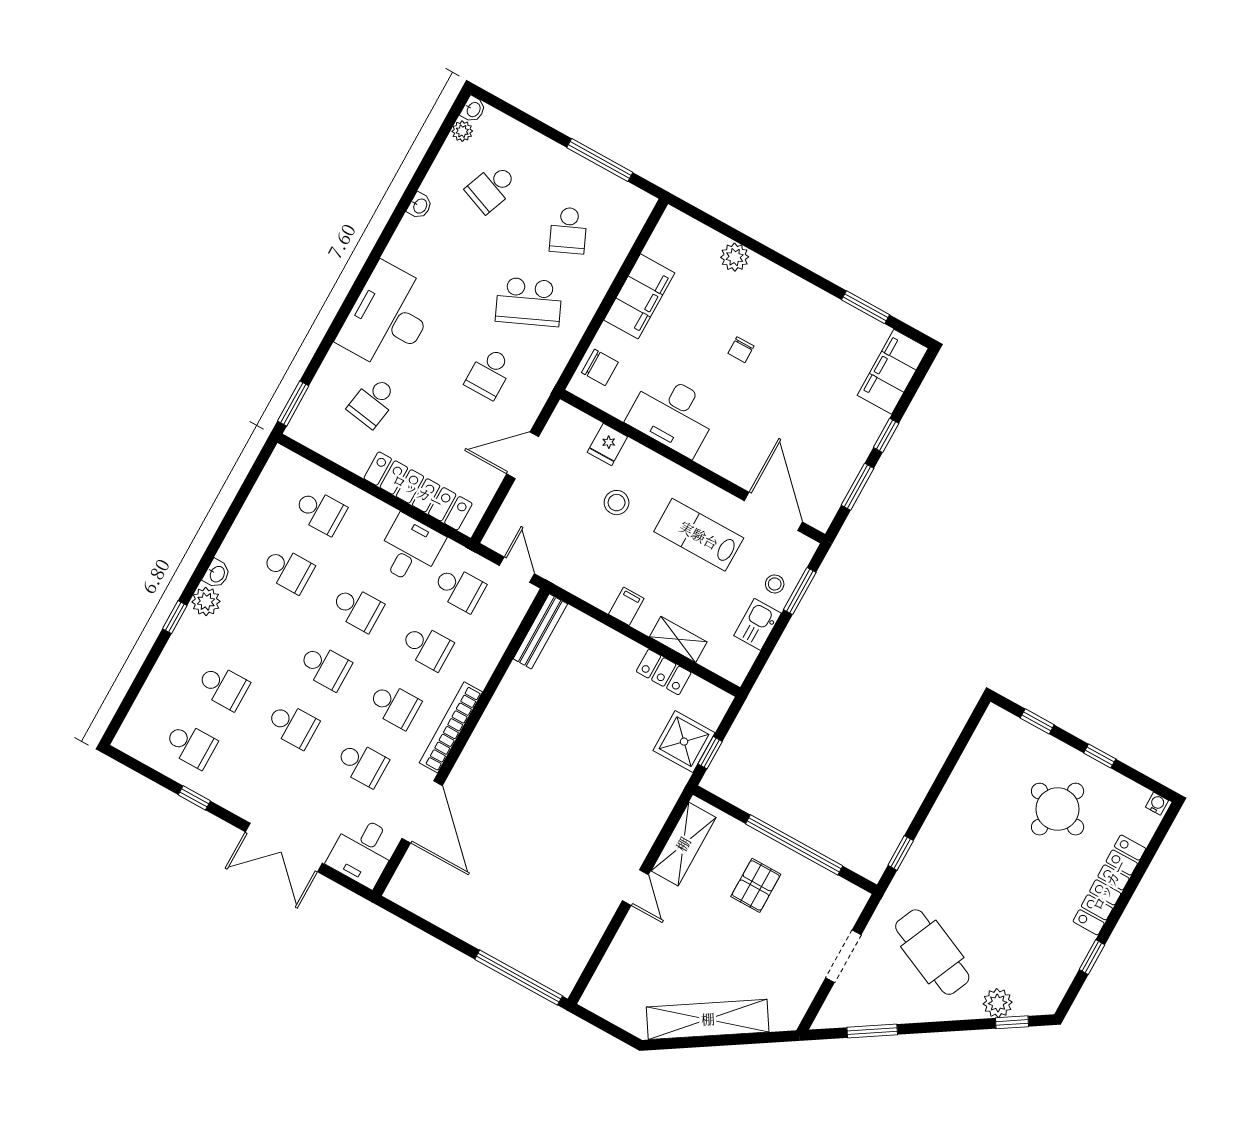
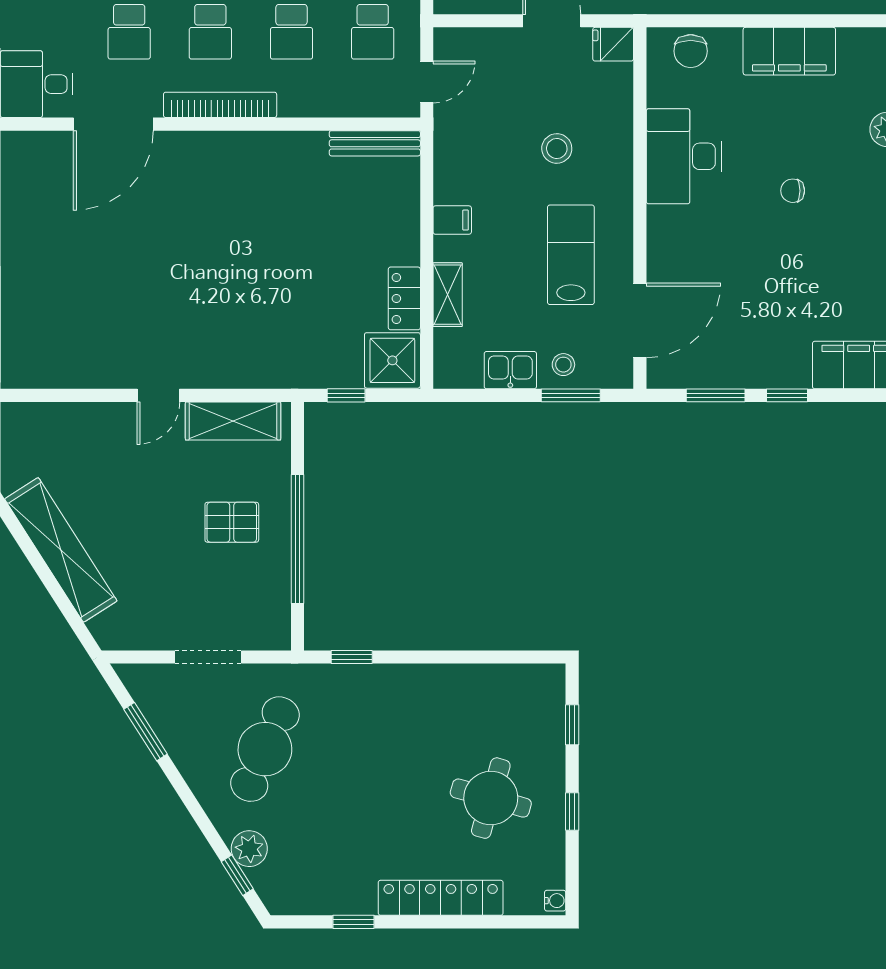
fridge: (607, 444) -> (613, 44), moved
shower: (684, 742) -> (392, 360), moved

